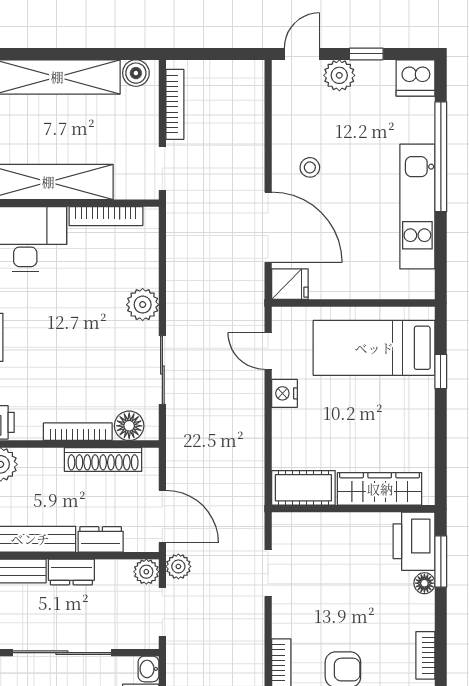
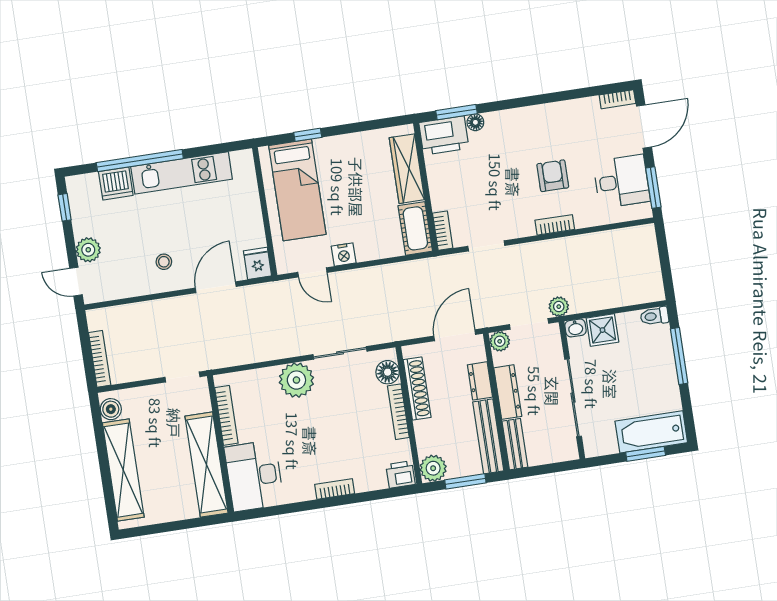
window: (366, 54) -> (65, 207), moved
dishwasher: (416, 78) -> (116, 183), moved, turned 90
bookcase: (175, 104) -> (100, 359), moved, turned 90
door: (268, 227) -> (216, 287), width x0.73
plant: (143, 305) -> (296, 380), width x1.36, depth x1.36
door: (268, 351) -> (312, 272), hinge flipped
plant: (178, 566) -> (559, 307), moved
dresser: (71, 572) -> (508, 392), width x1.44
bookcase: (425, 655) -> (443, 231), moved, turned -90

